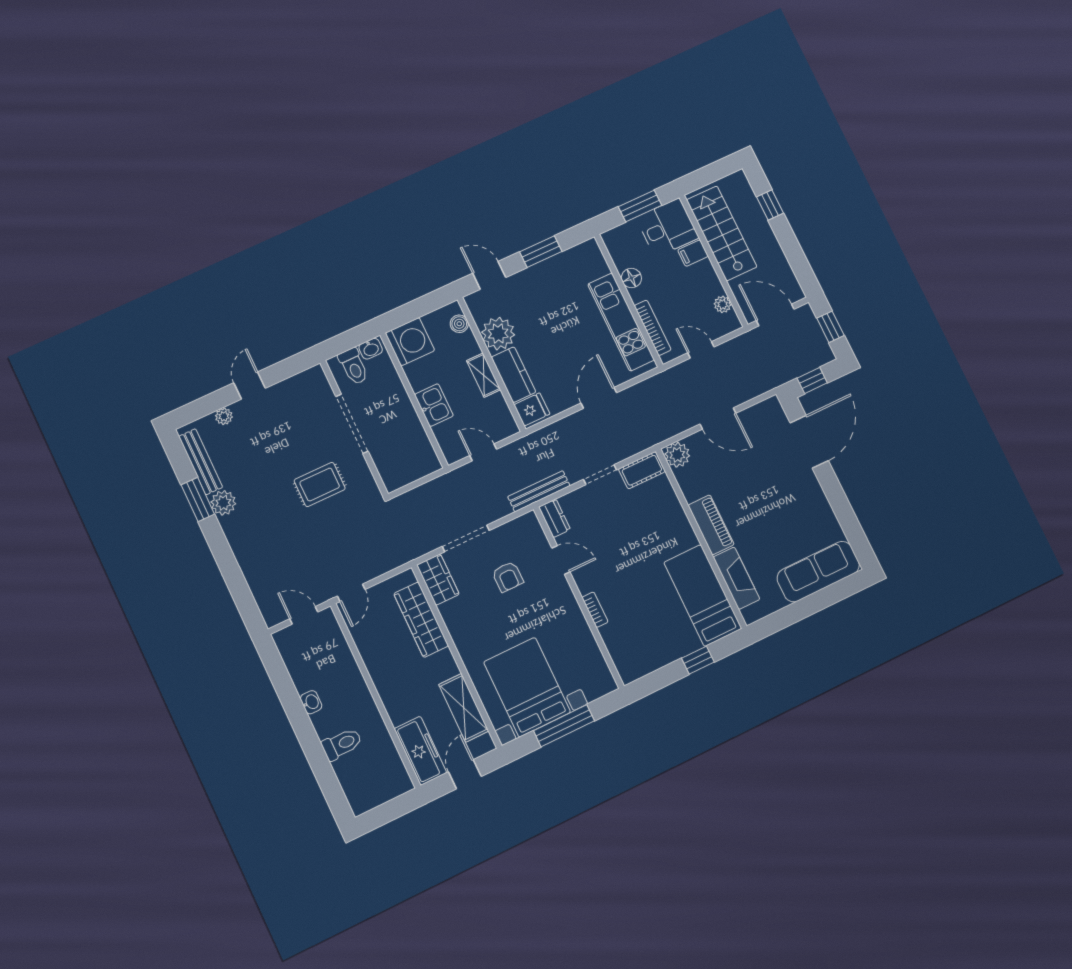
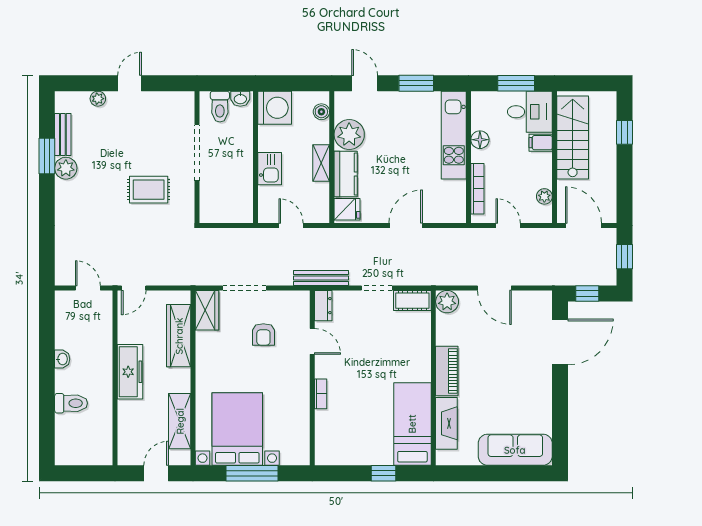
kitchen unit: (621, 322) -> (454, 135), moved
bench: (201, 462) -> (63, 134), width x0.73
freezer: (420, 751) -> (130, 372), moved

